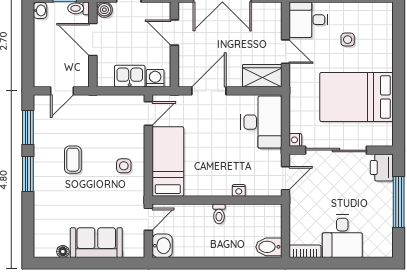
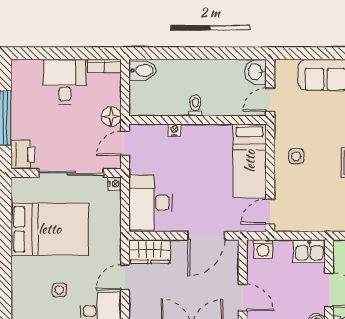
door: (286, 52) -> (125, 277), hinge flipped
kitchen sink: (130, 76) -> (309, 251), moved
floor lamp: (298, 203) -> (111, 116), added

